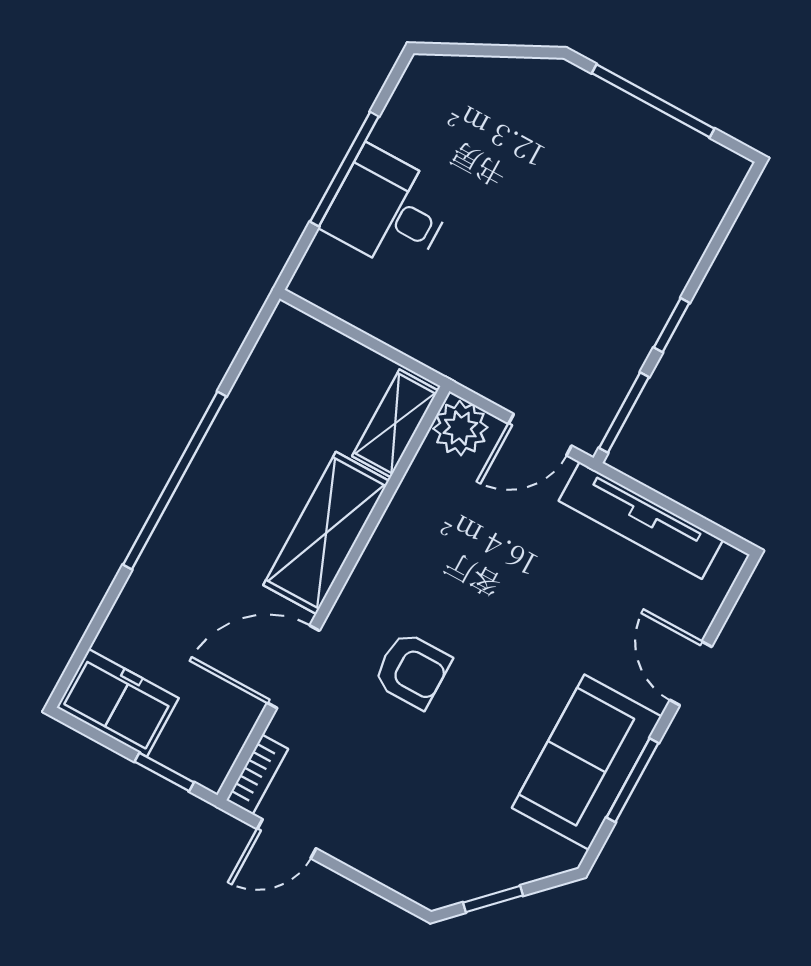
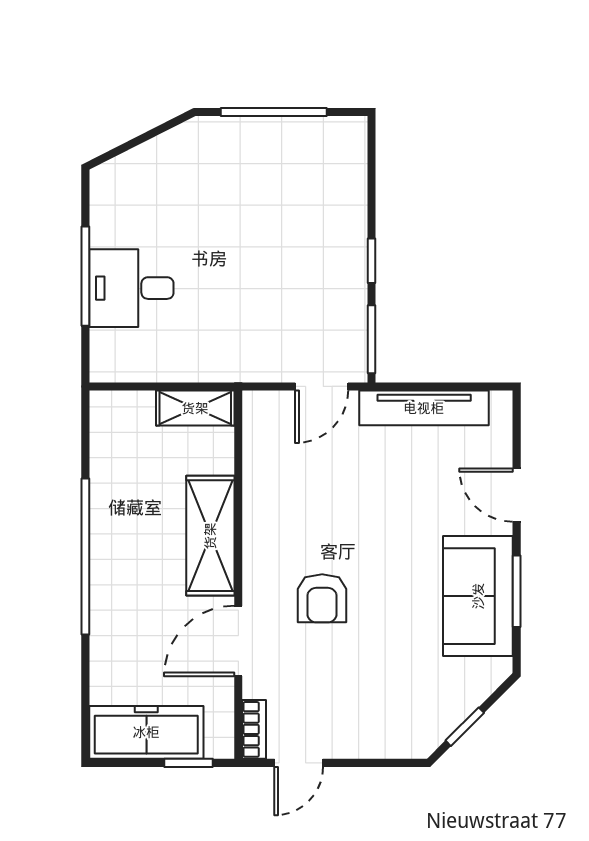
shelving: (395, 423) -> (195, 408), moved, turned 90
plant: (460, 428) -> (264, 412), removed
armchair: (412, 670) -> (322, 598), turned 90
freezer: (118, 703) -> (146, 732), width x1.40

